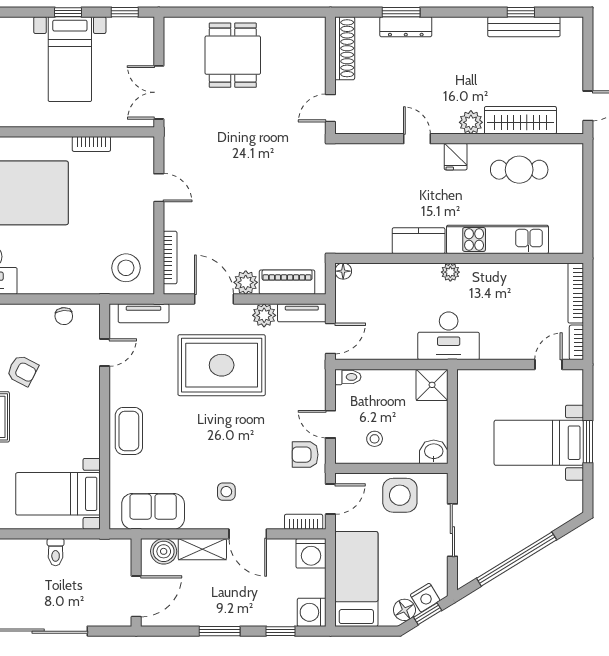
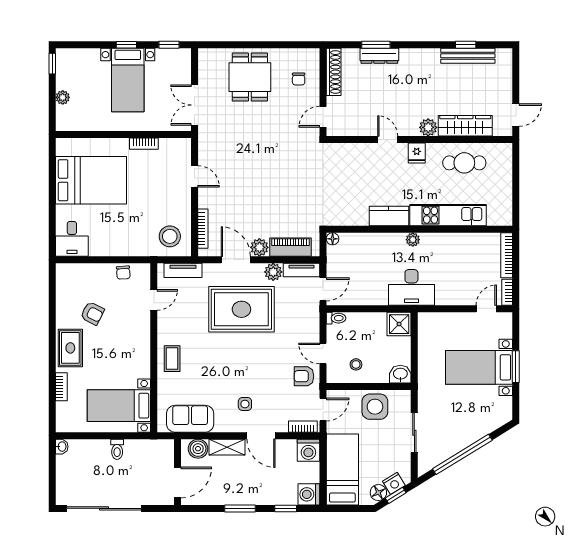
chair: (298, 58) -> (299, 79), added
coffee table: (129, 431) -> (172, 359), width x0.73, depth x0.77

